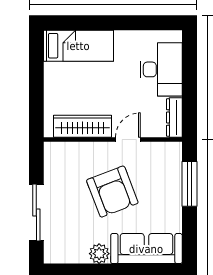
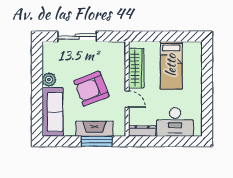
bed: (78, 46) -> (171, 65), moved
fireplace: (171, 187) -> (95, 129), added

